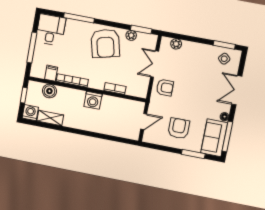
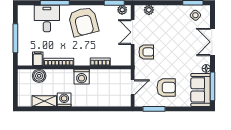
desk: (51, 30) -> (47, 18), moved
plant: (131, 35) -> (122, 10), moved
window: (24, 95) -> (15, 84), removed
washing machine: (30, 113) -> (64, 100), moved
armchair: (179, 128) -> (166, 88), turned 90
window: (193, 154) -> (154, 109), moved

